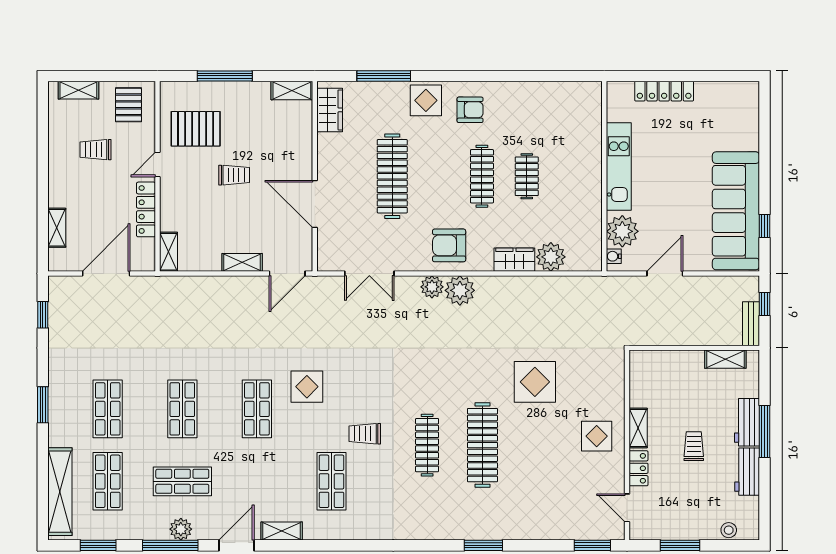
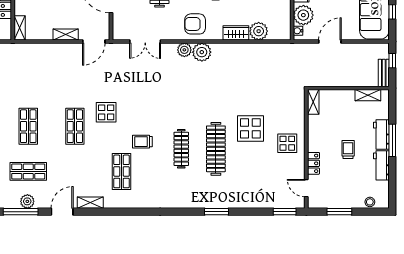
display table: (535, 382) -> (250, 128), moved
shelving: (638, 428) -> (313, 102), moved

